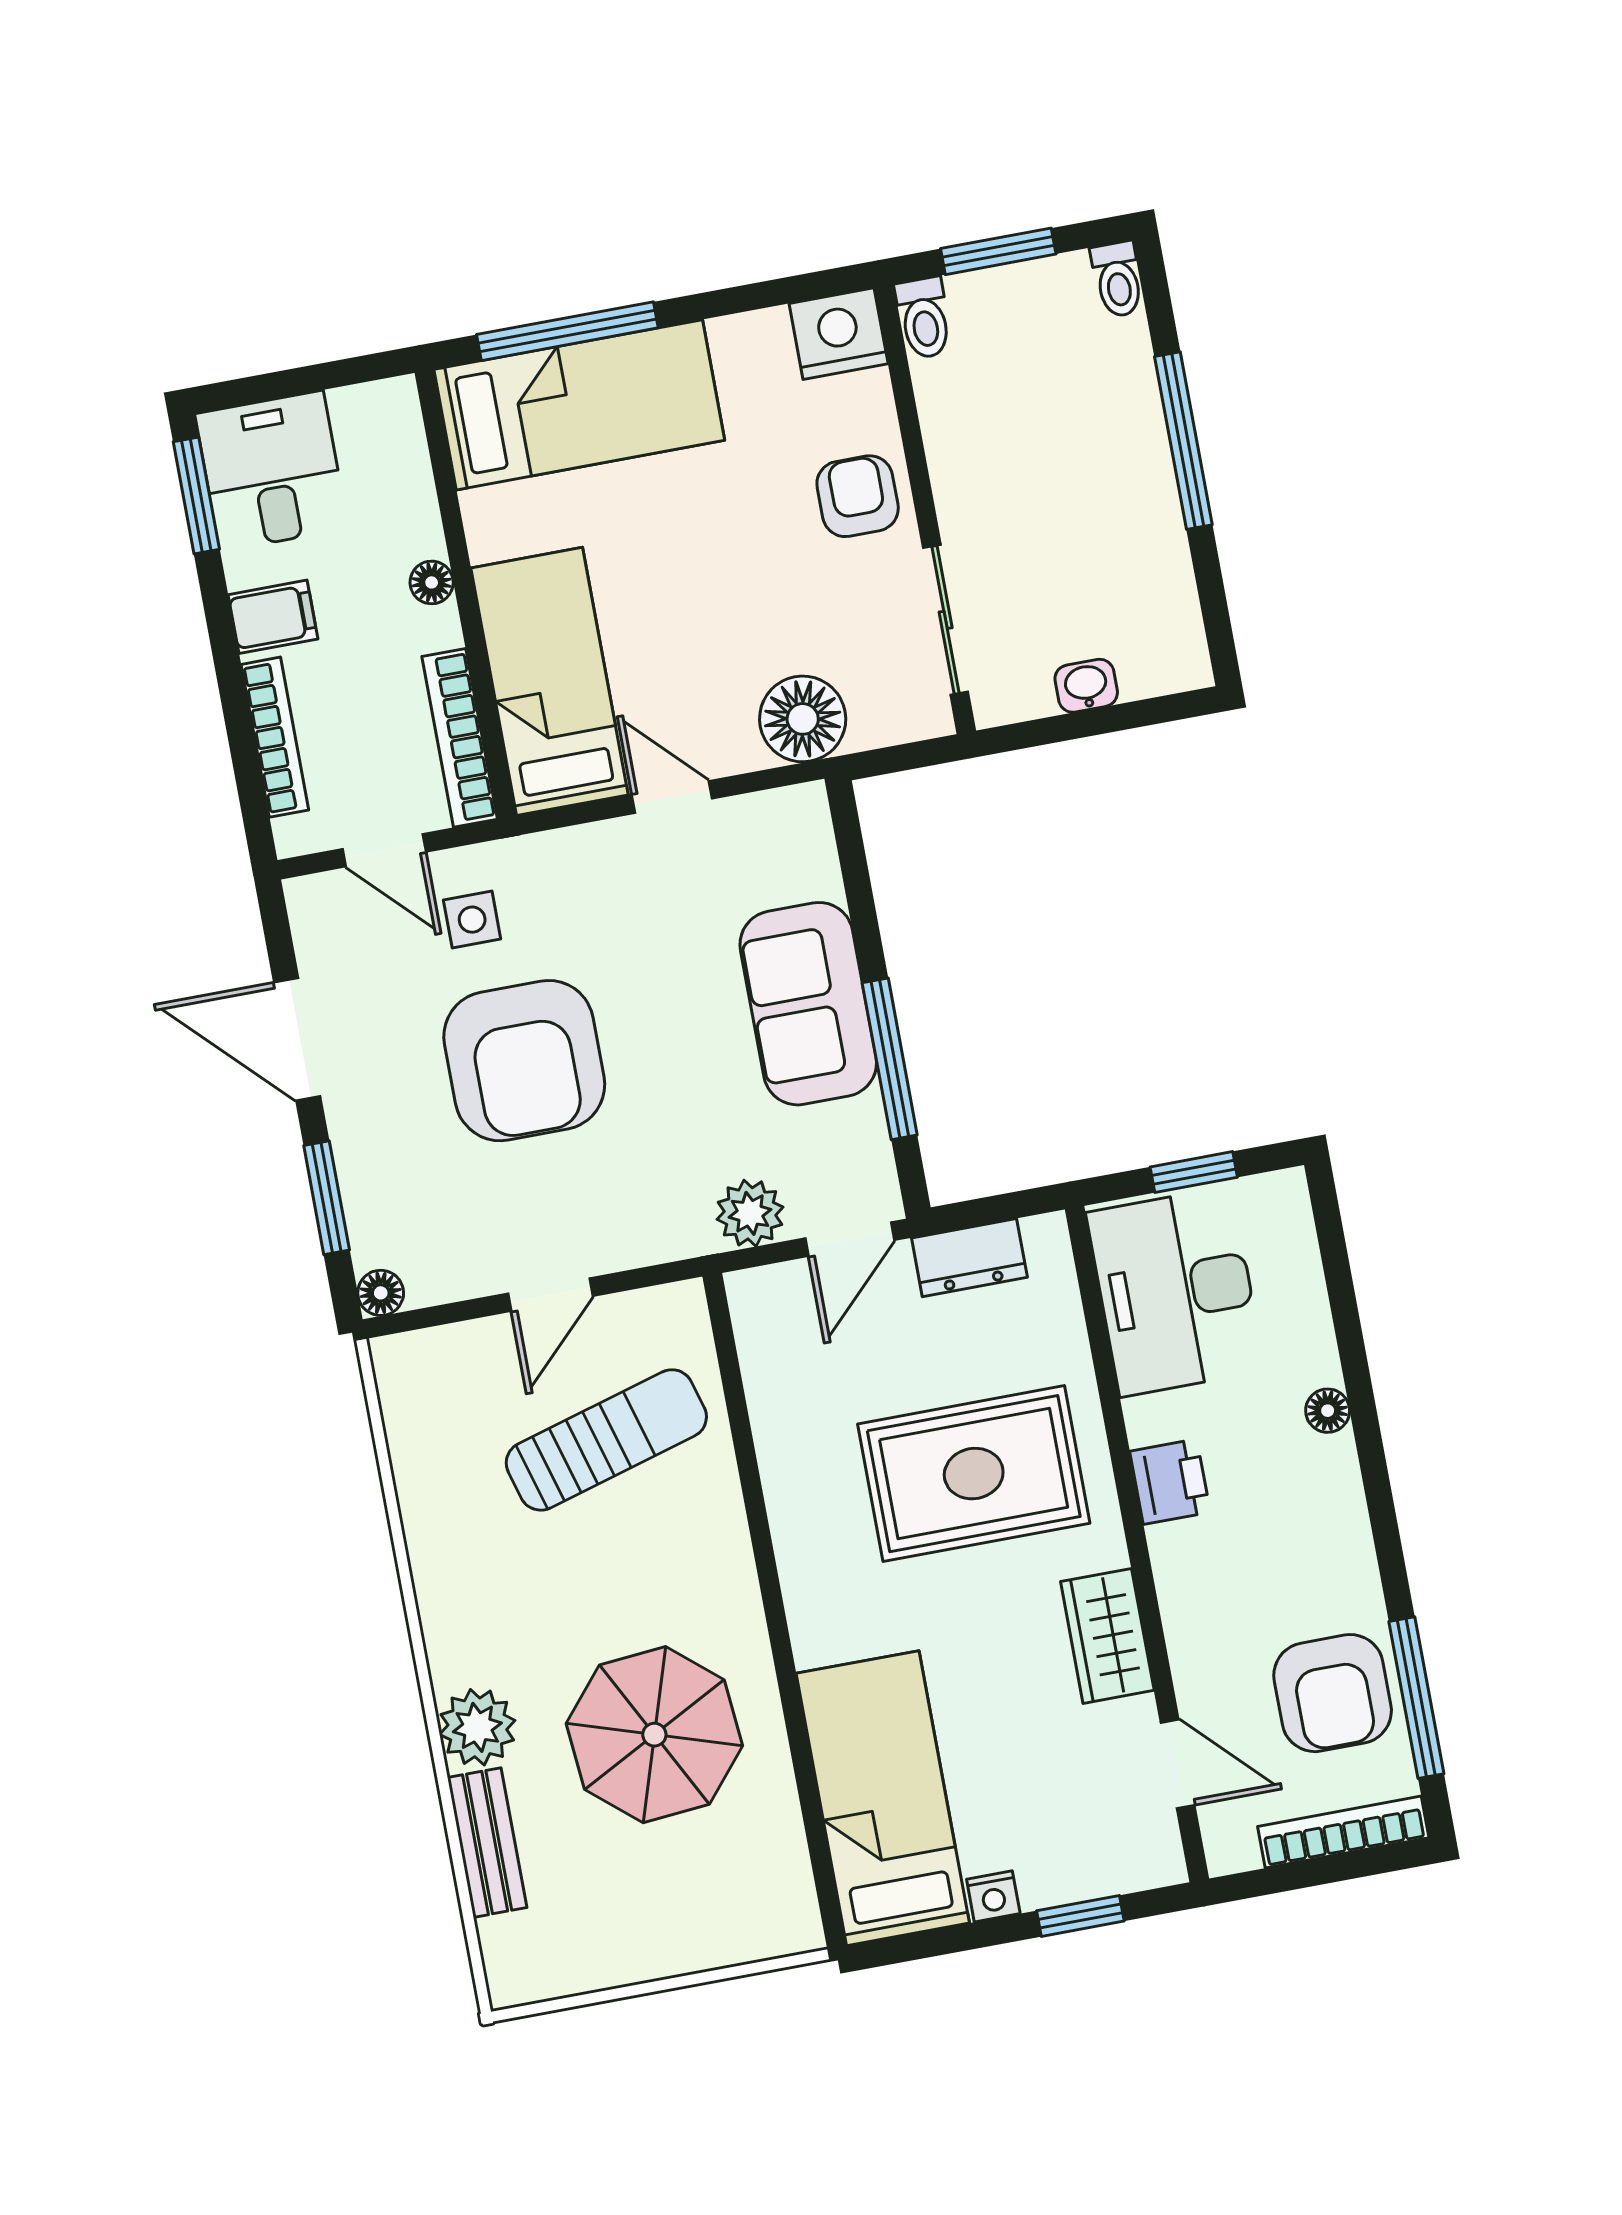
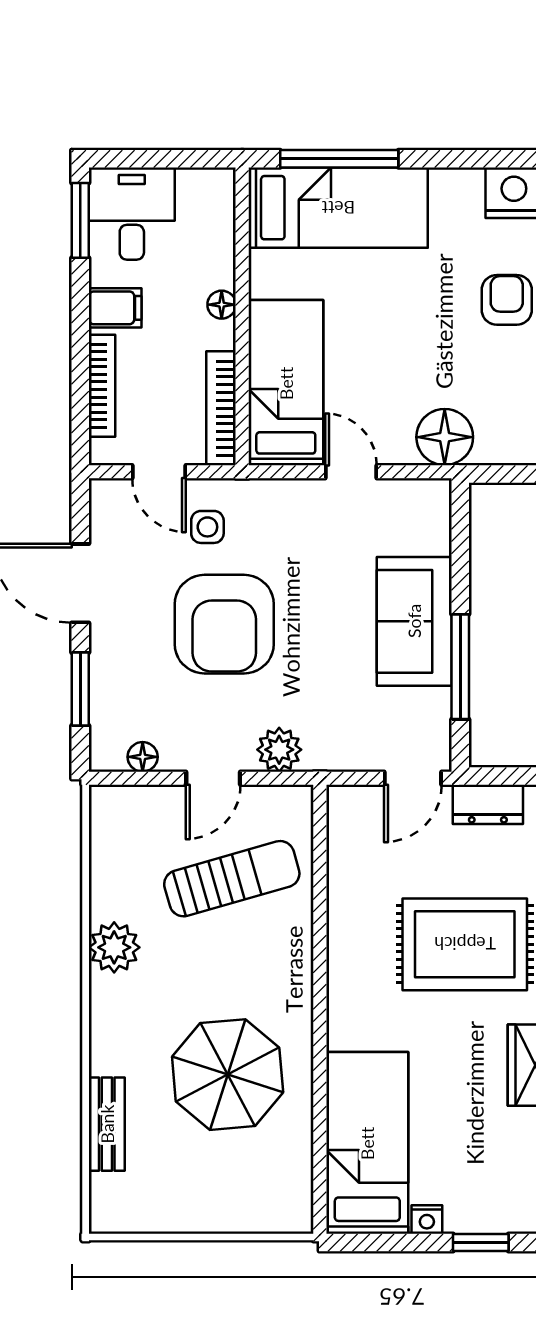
plant: (750, 1213) -> (279, 750), moved
floor lamp: (381, 1293) -> (143, 757), moved
plant: (477, 1727) -> (114, 947), moved

